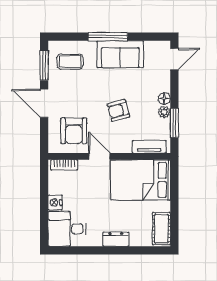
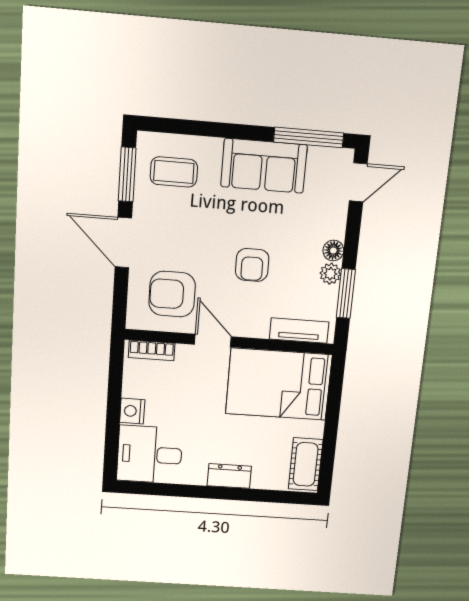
window: (108, 37) -> (309, 137), moved
armchair: (118, 110) -> (252, 265), turned -75
armchair: (74, 131) -> (172, 294), turned 90

